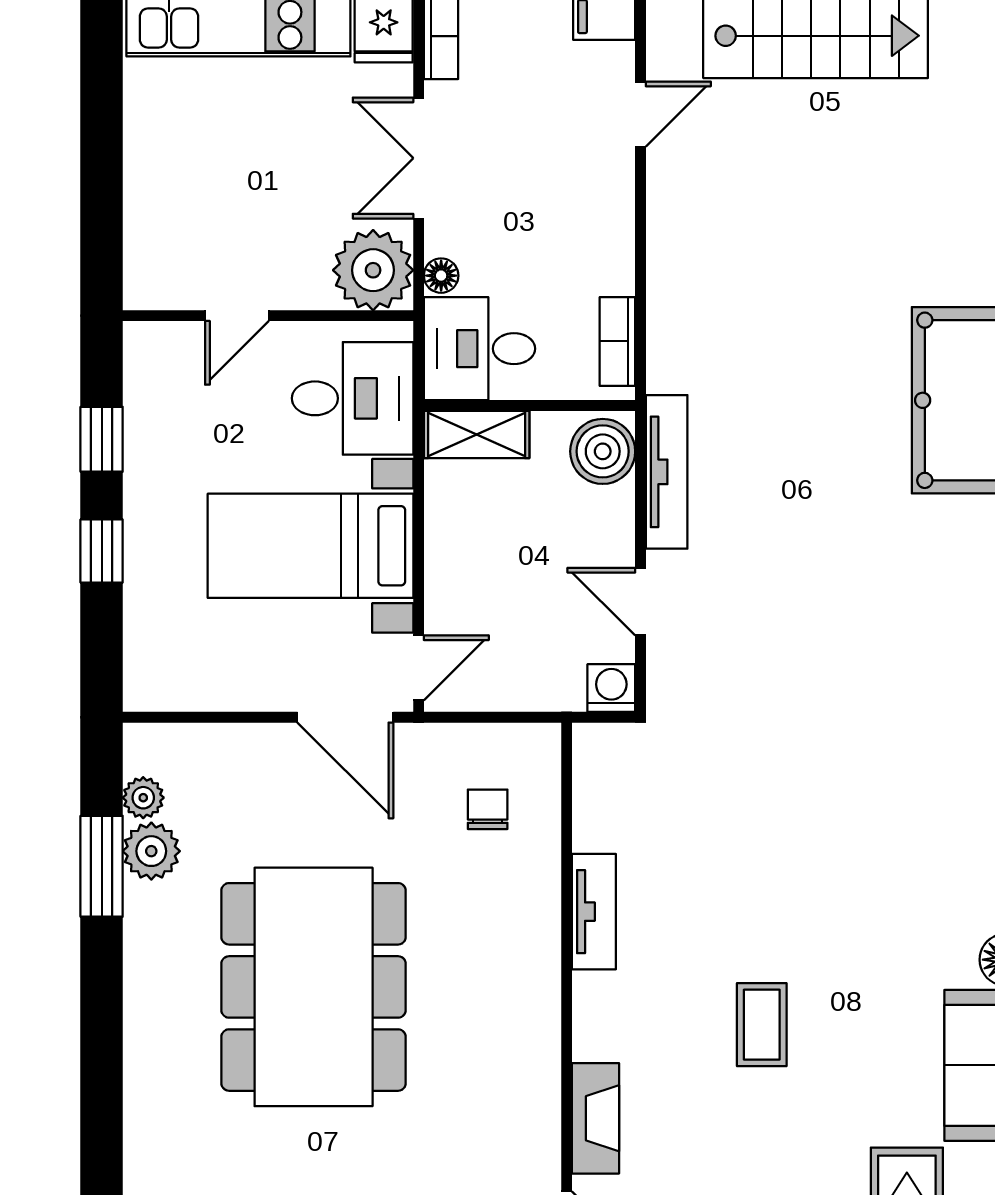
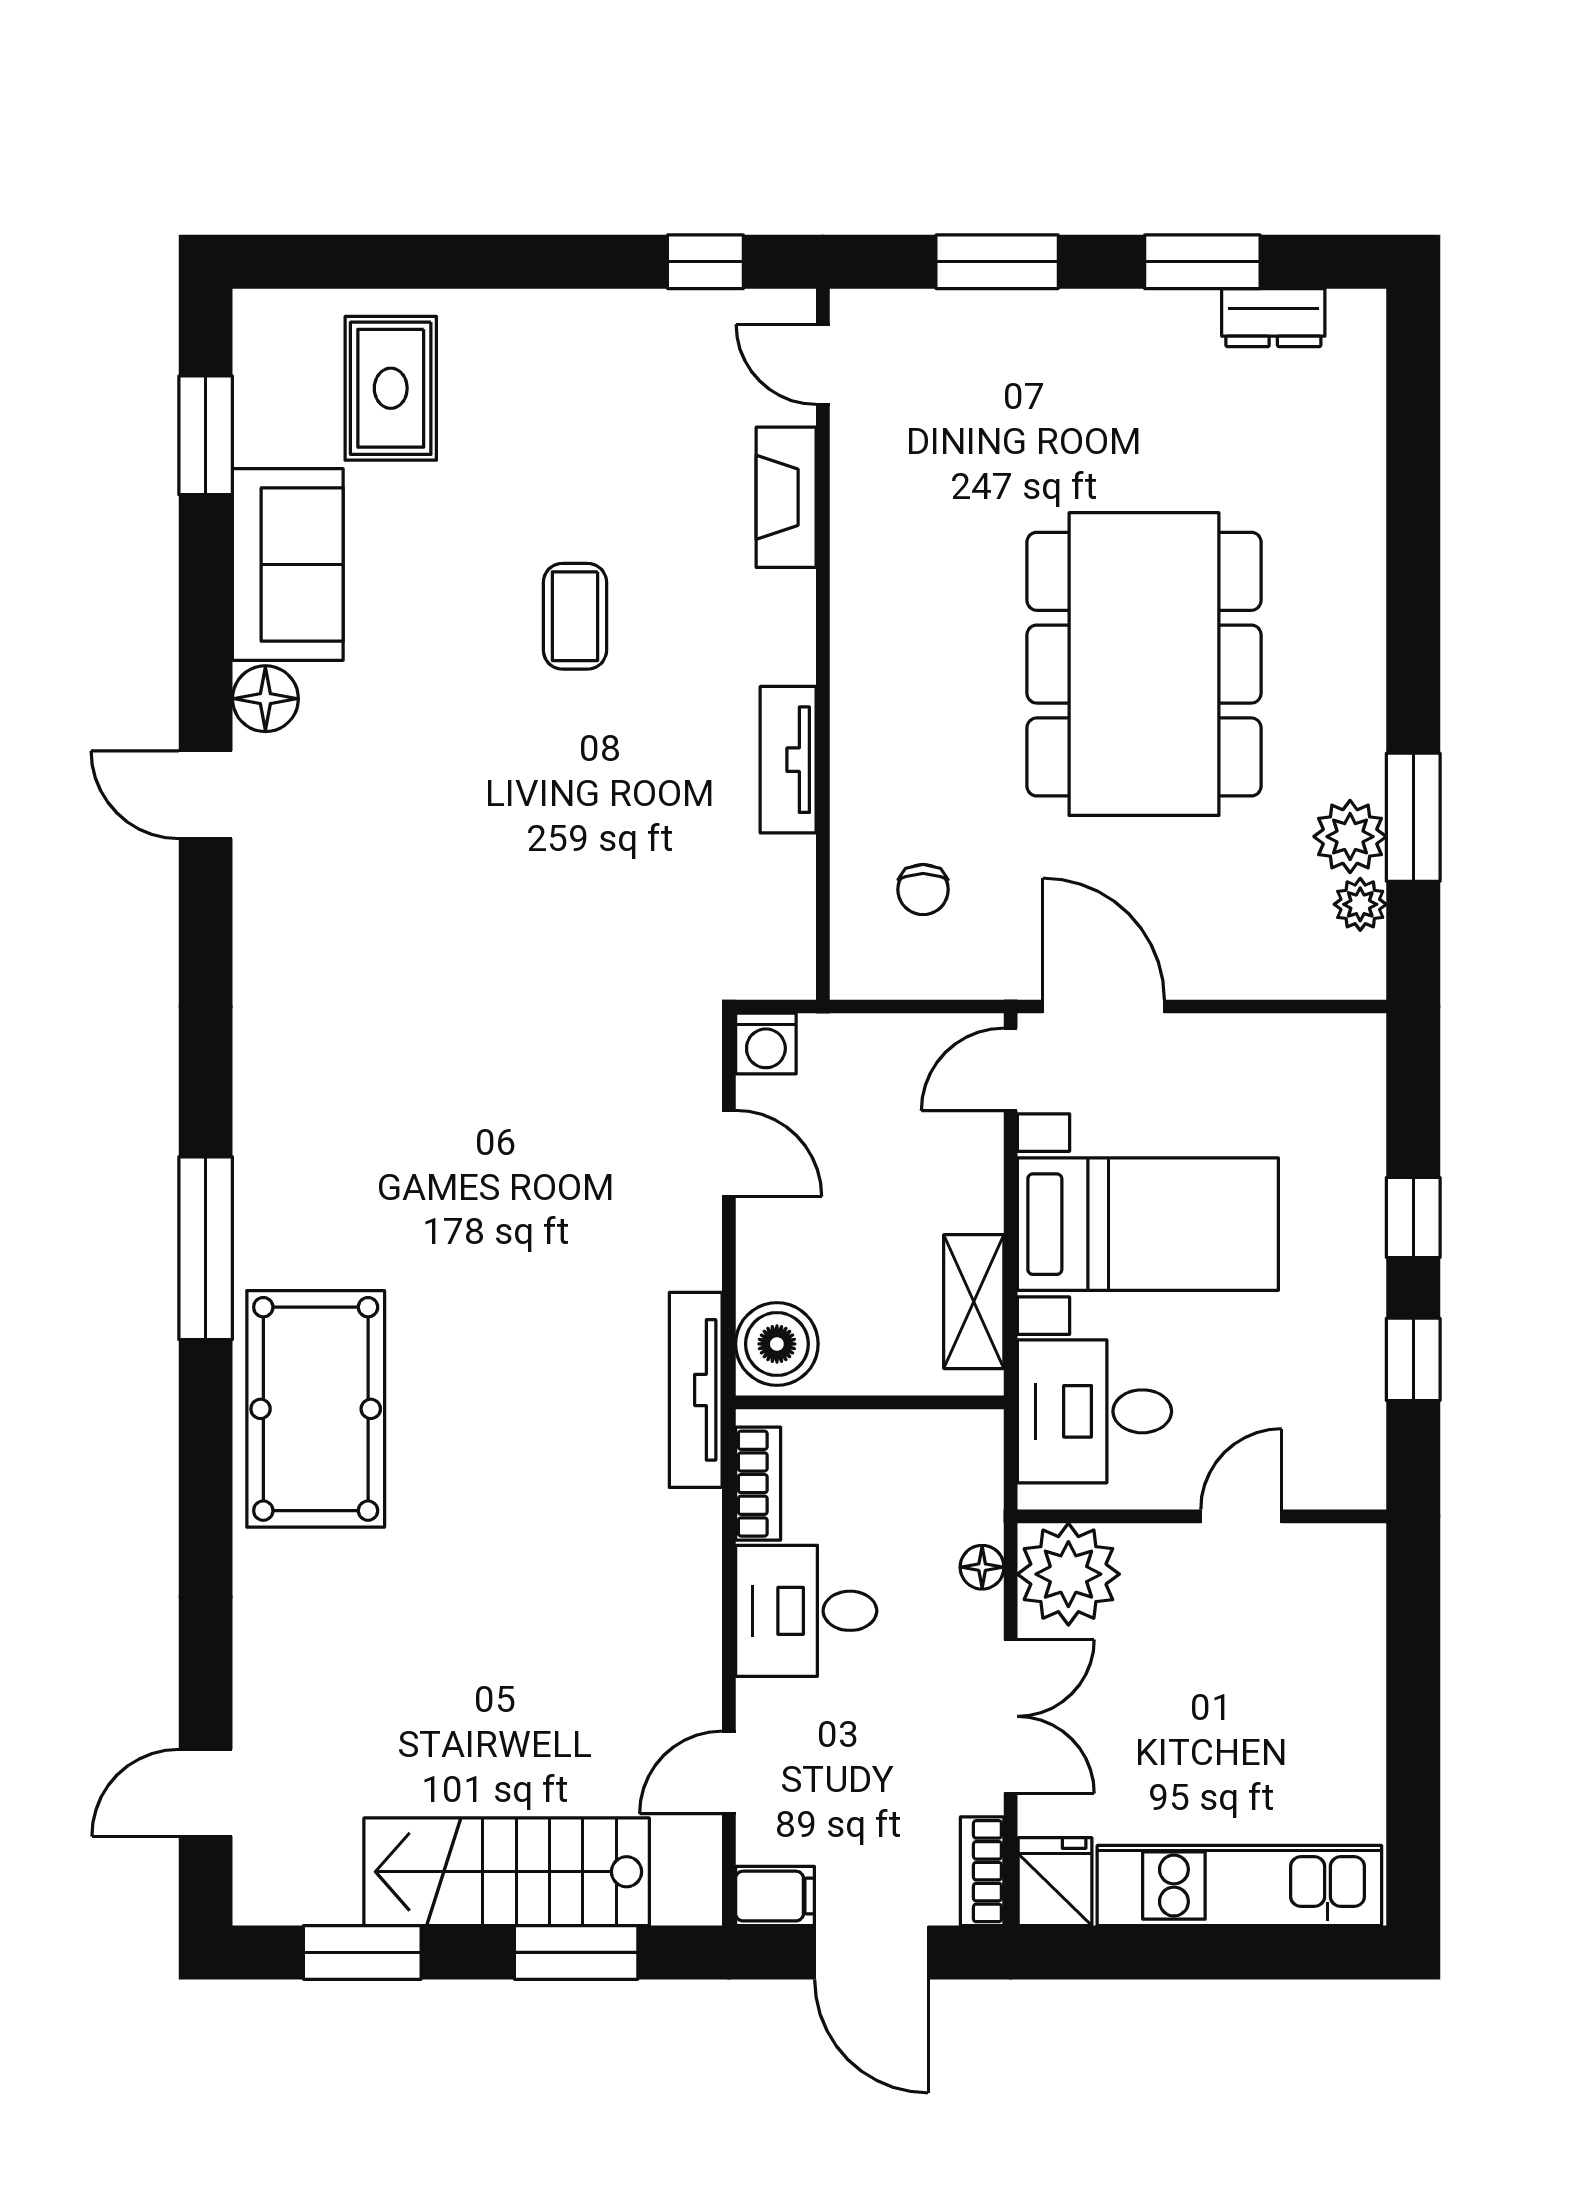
desk: (479, 349) -> (806, 1611), moved, turned 180
shelving: (477, 434) -> (974, 1302), moved, turned 90
tv unit: (667, 472) -> (696, 1390), moved

